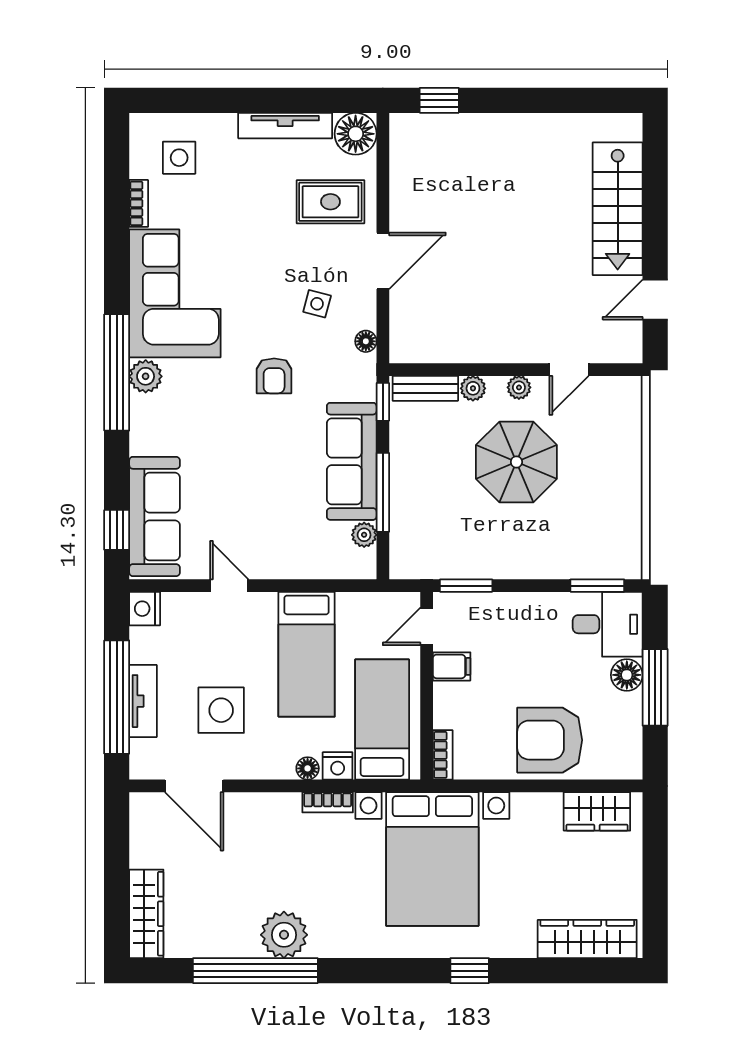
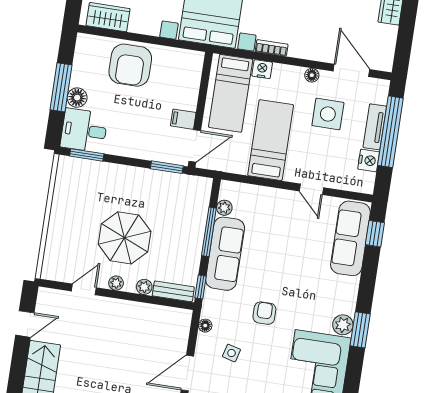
window: (117, 372) -> (360, 330), width x0.47
nightstand: (145, 609) -> (369, 160), moved
door: (427, 626) -> (195, 146), width x1.38
armchair: (550, 740) -> (130, 65), turned 90
bookcase: (443, 755) -> (197, 66), removed
floor lamp: (308, 768) -> (312, 75), moved

